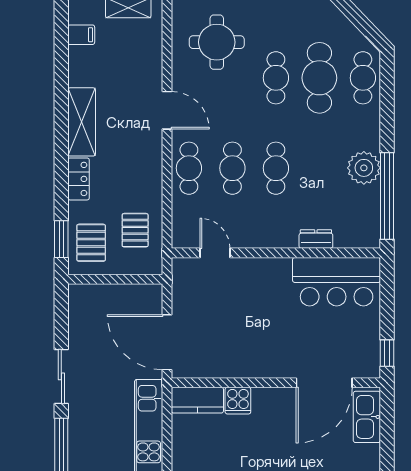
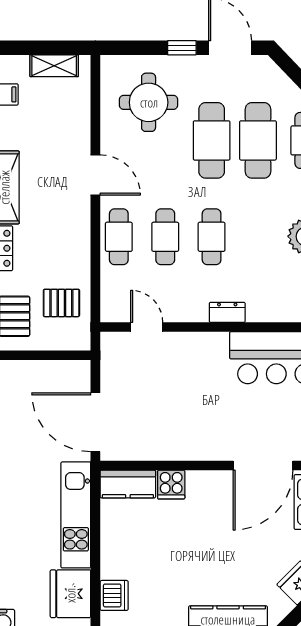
cafe table: (276, 78) -> (212, 140), width x1.37, depth x1.35
pallet: (135, 230) -> (61, 303), turned 90
dresser: (316, 239) -> (227, 312), moved

